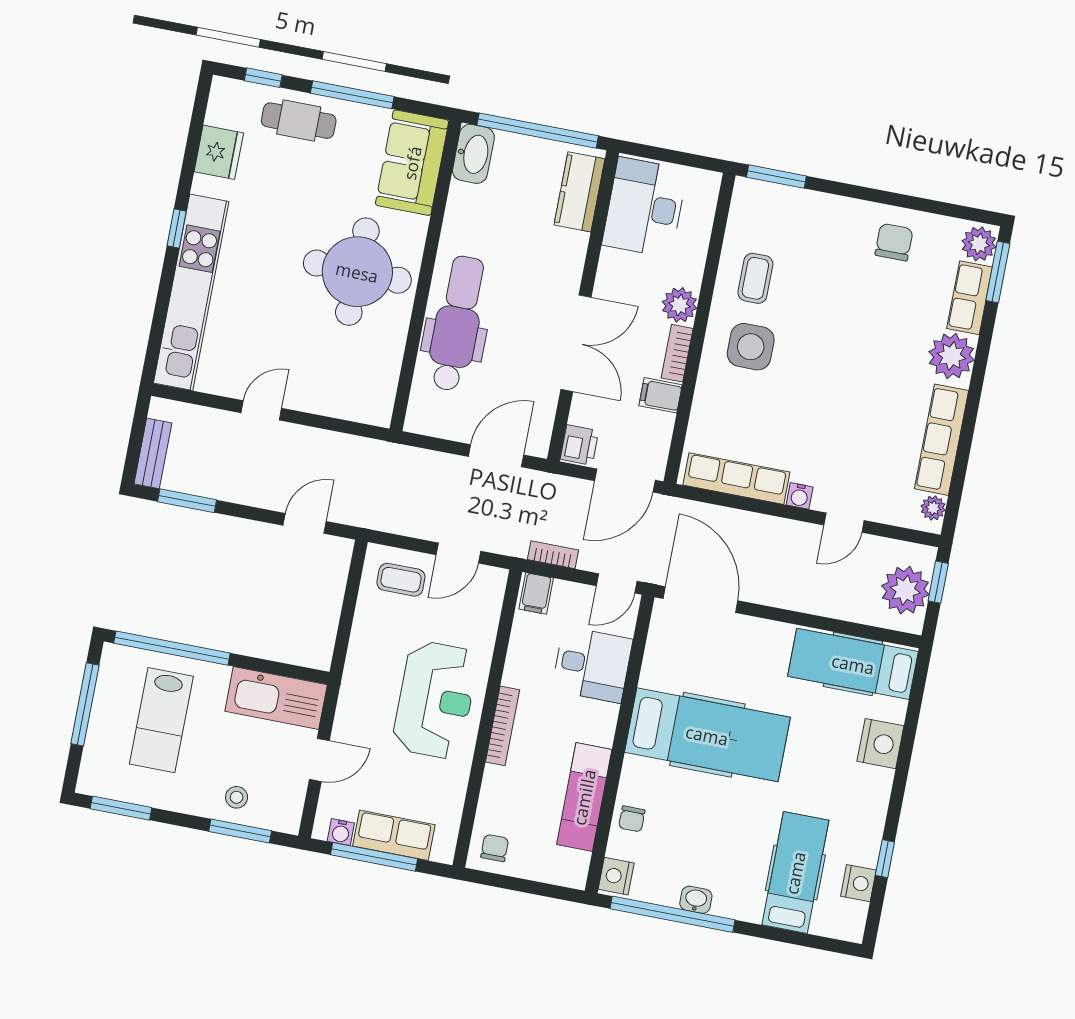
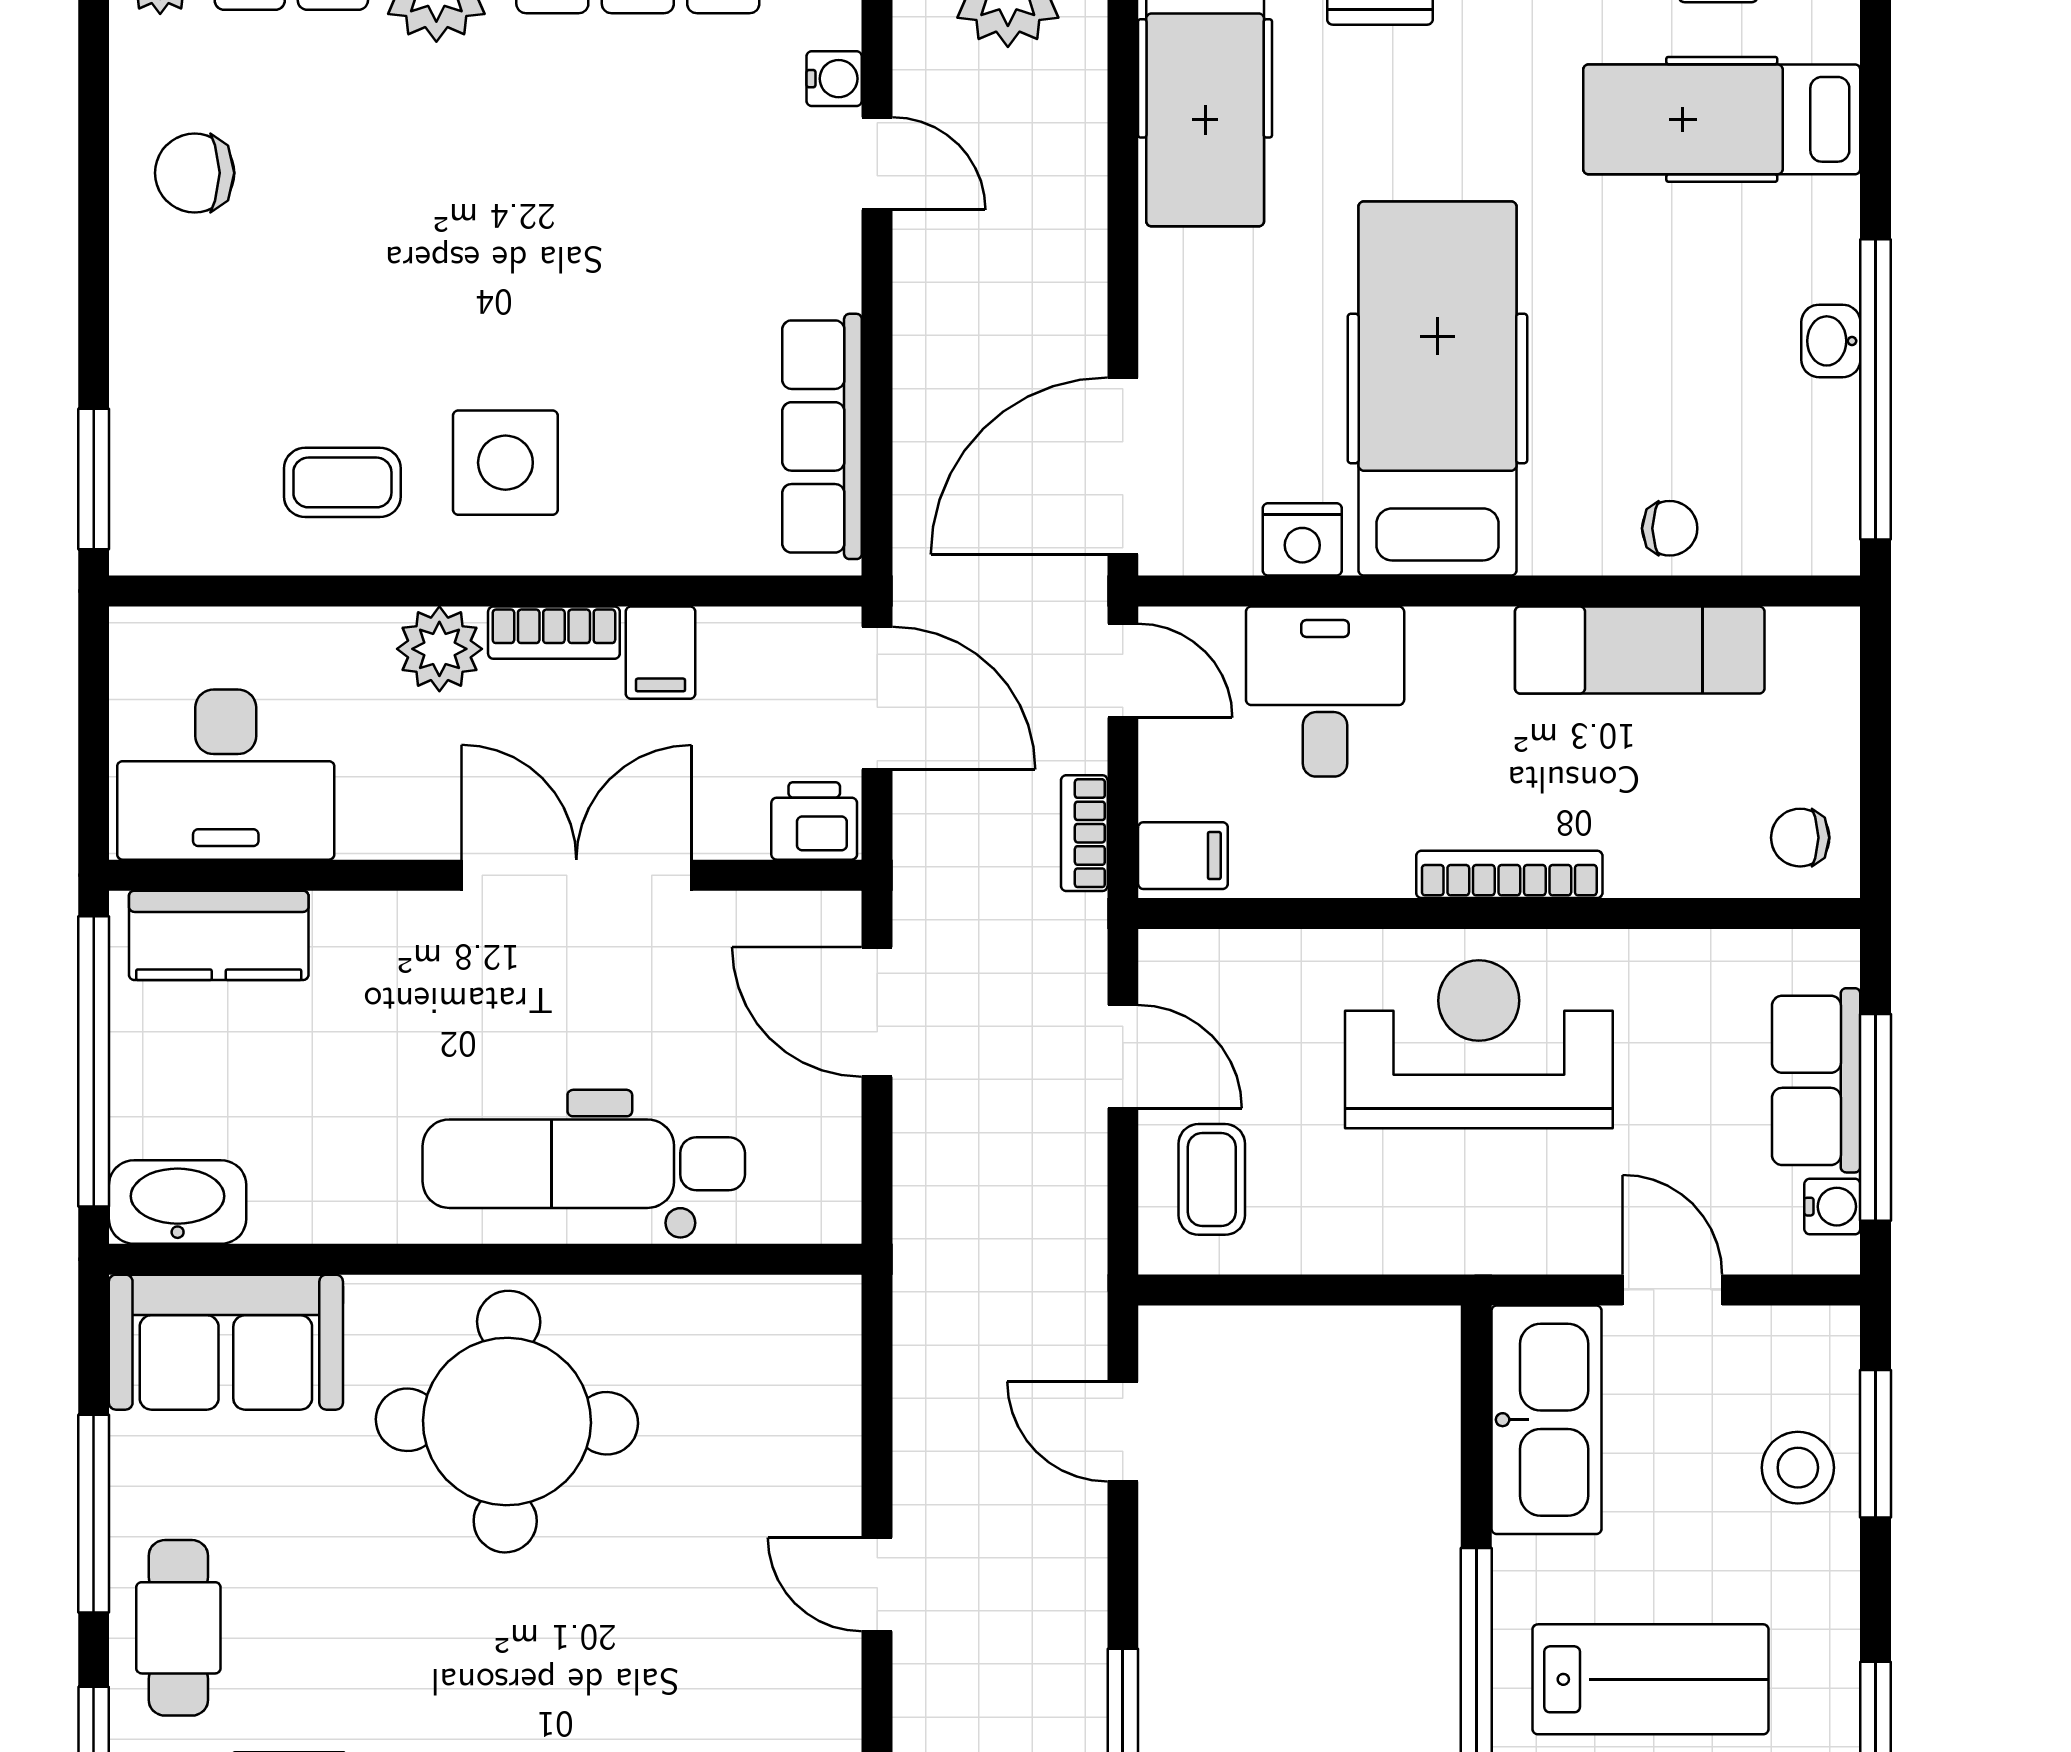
water cooler: (800, 496) -> (834, 79), moved
stool: (237, 797) -> (1798, 1468), width x1.37, depth x1.37
nightstand: (616, 876) -> (1302, 539), moved

